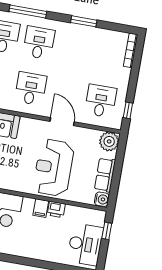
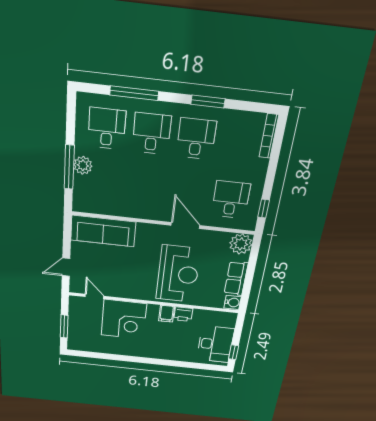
desk: (31, 89) -> (196, 139), moved
reception desk: (53, 168) -> (178, 274), turned 180
window: (107, 231) -> (234, 352), moved

